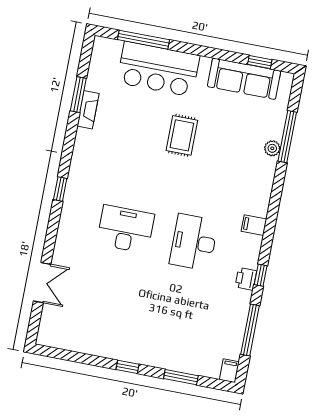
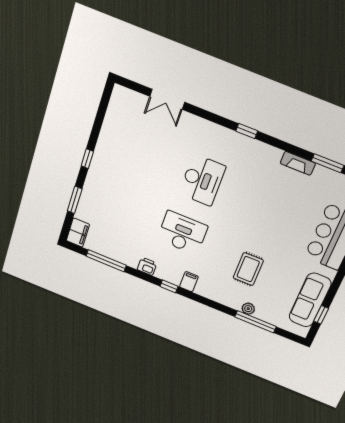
fireplace: (88, 110) -> (298, 163), moved
rug: (182, 135) -> (248, 269), moved, turned 90
window: (261, 275) -> (169, 286), moved
filing cabinet: (229, 371) -> (78, 233), width x2.00

